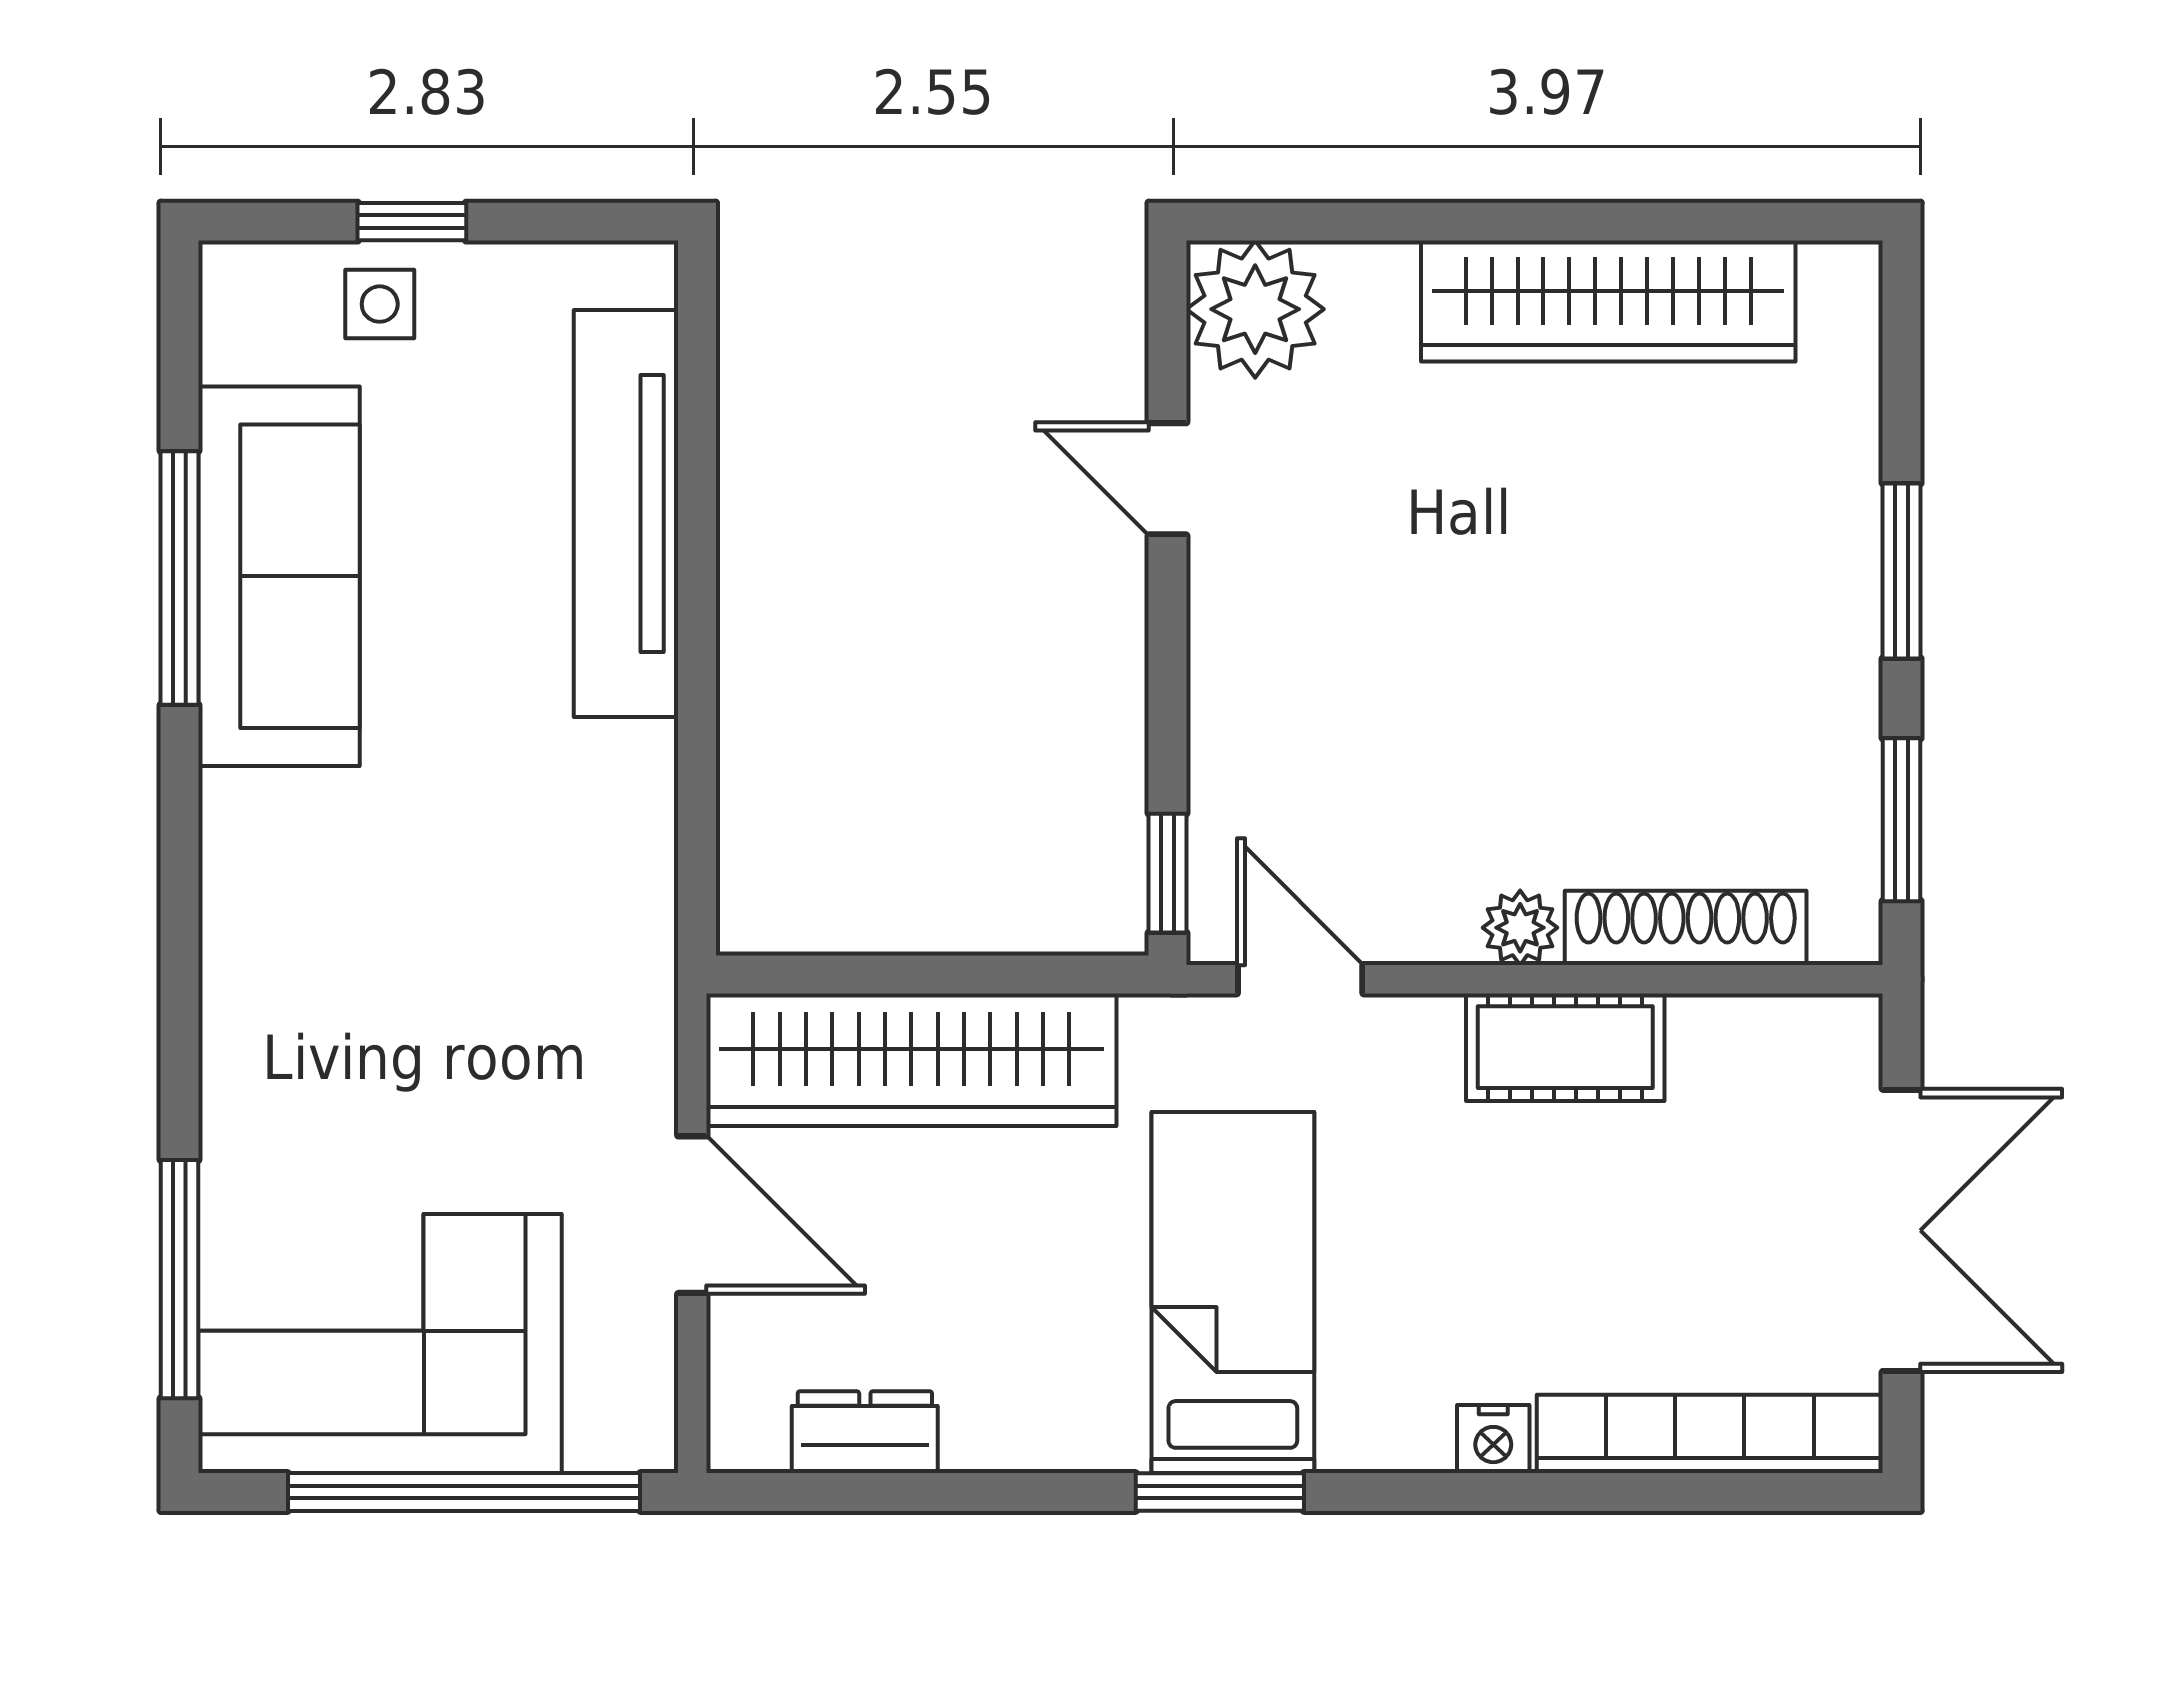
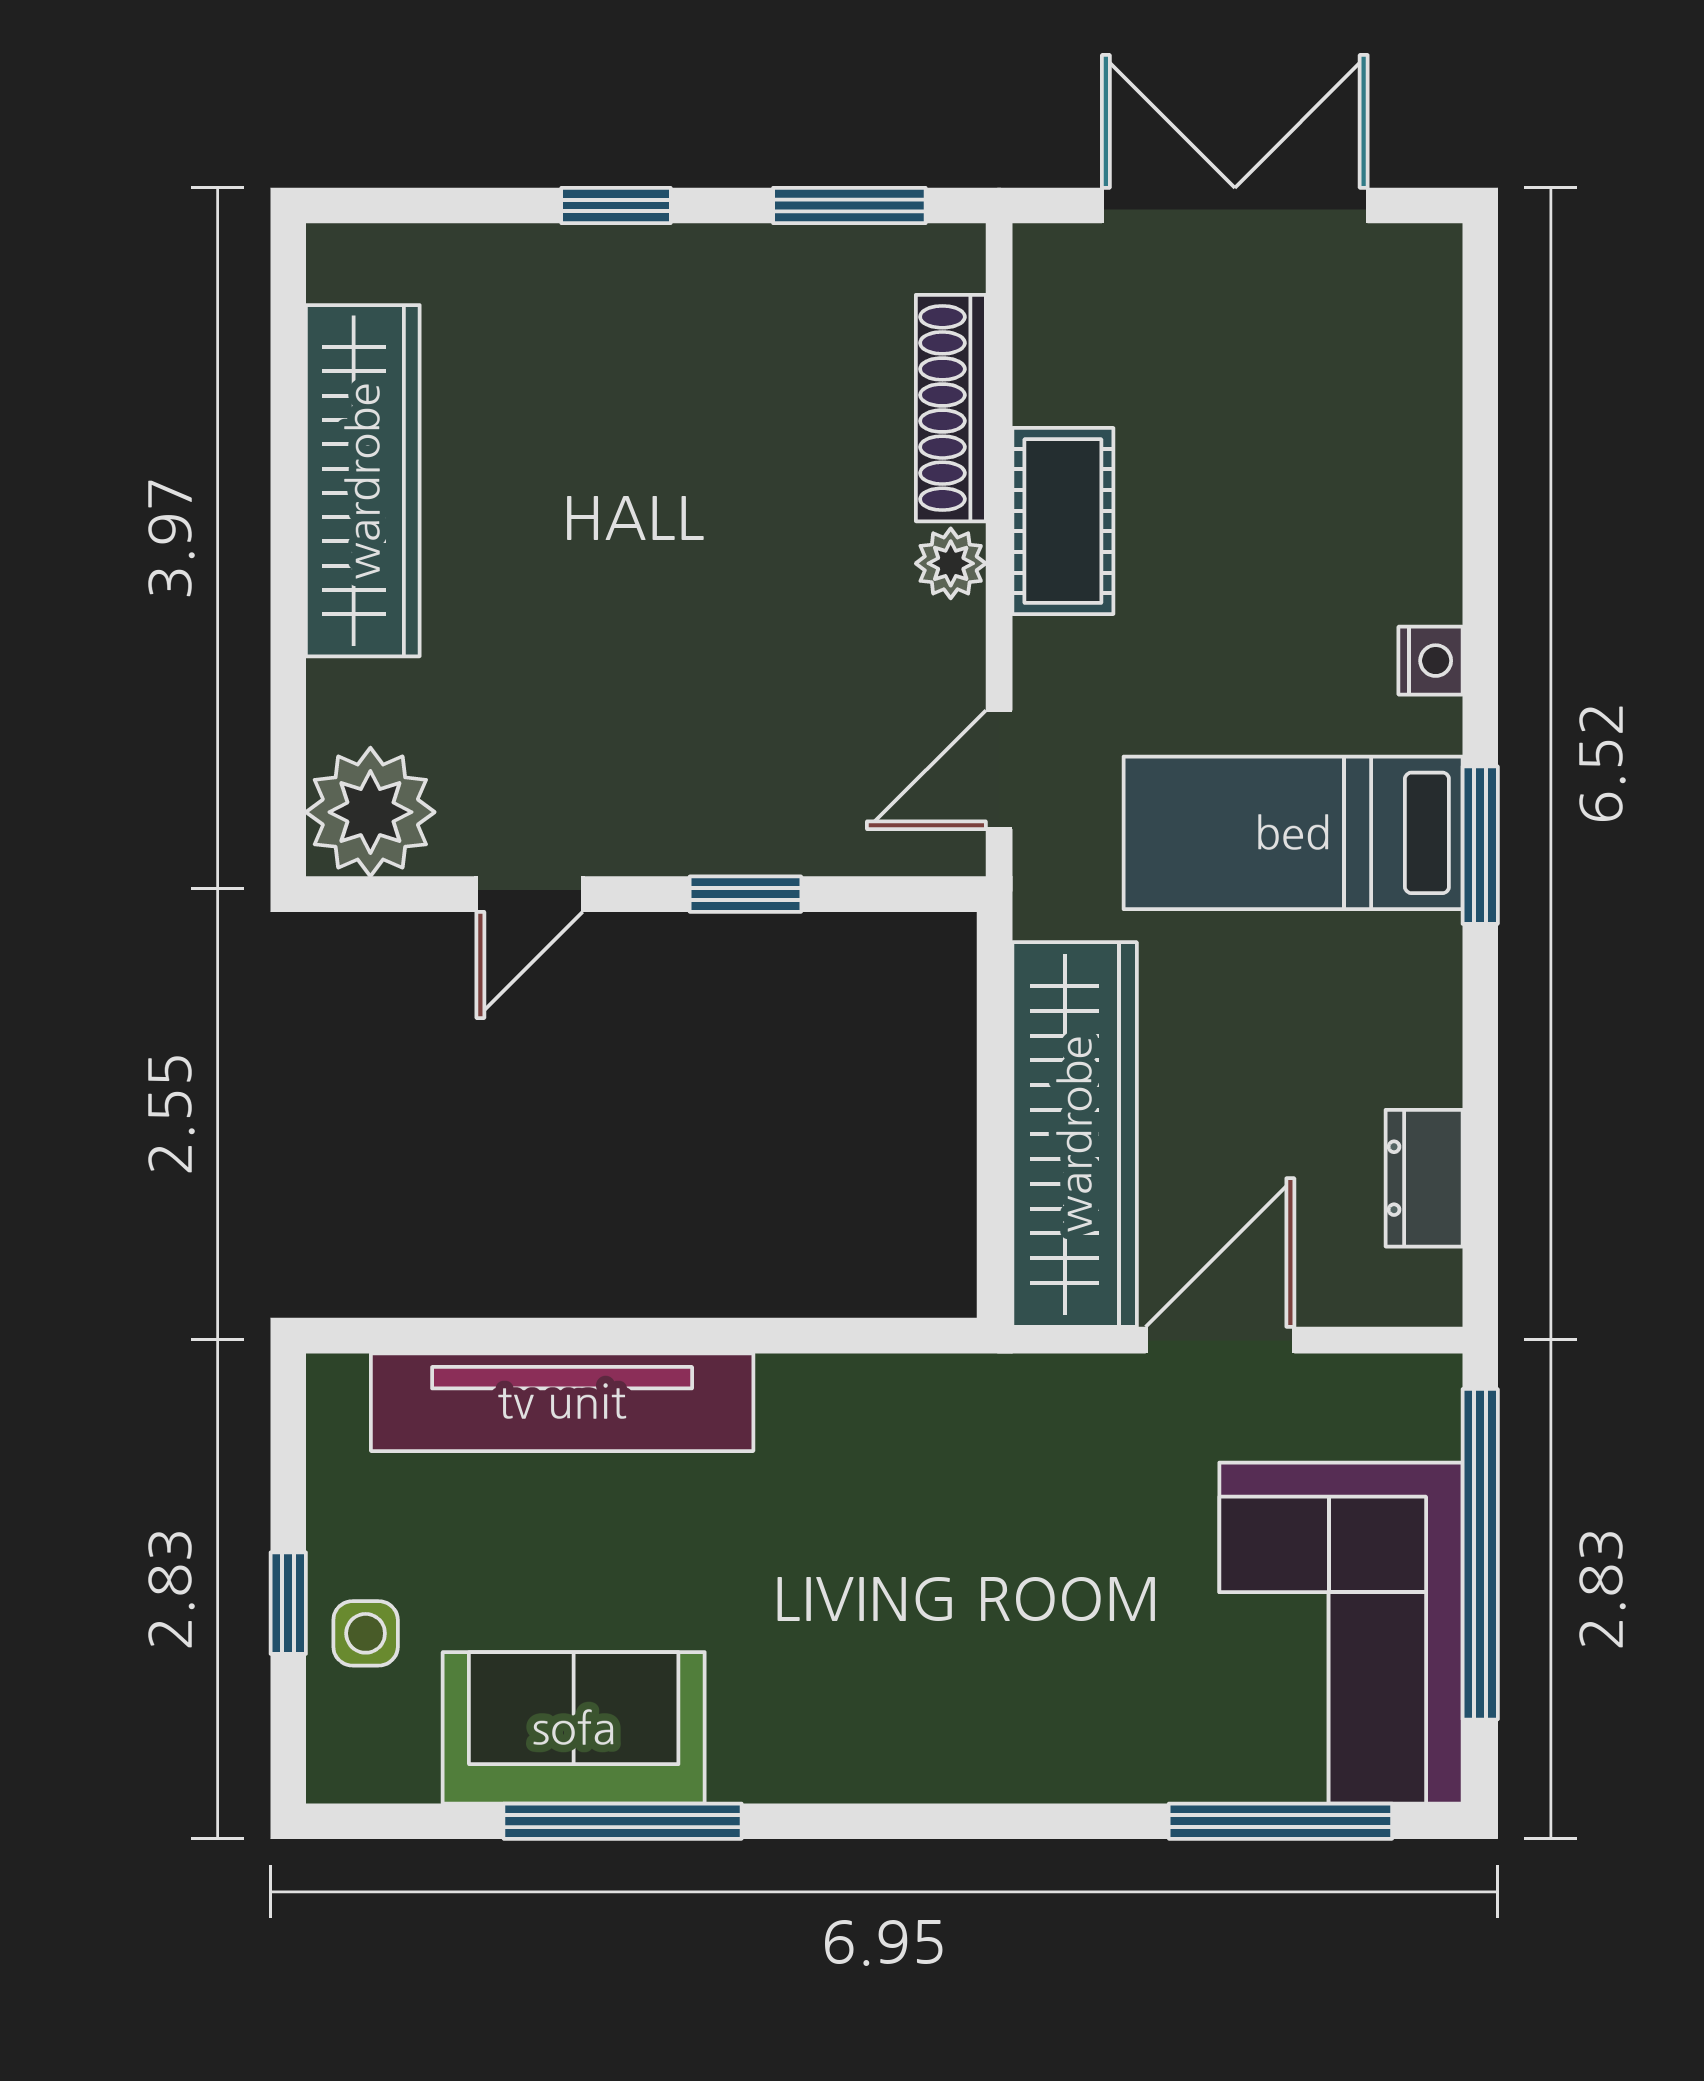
window: (1902, 571) -> (616, 205), width x0.67
sofa: (279, 576) -> (574, 1728), width x0.73
window: (1168, 873) -> (745, 894), moved
bookcase: (1710, 1434) -> (1426, 385), removed
nightstand: (1493, 1439) -> (1431, 661), moved

